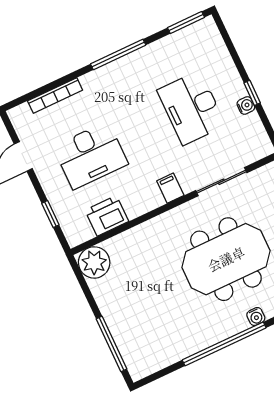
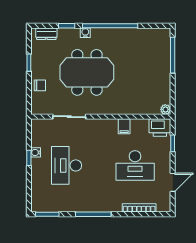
desk: (191, 108) -> (67, 165), turned 180
desk: (90, 155) -> (135, 165), turned 180
filing cabinet: (170, 188) -> (124, 126), moved
printer: (107, 216) -> (160, 128), moved
plant: (94, 262) -> (165, 109), width x0.53, depth x0.53

